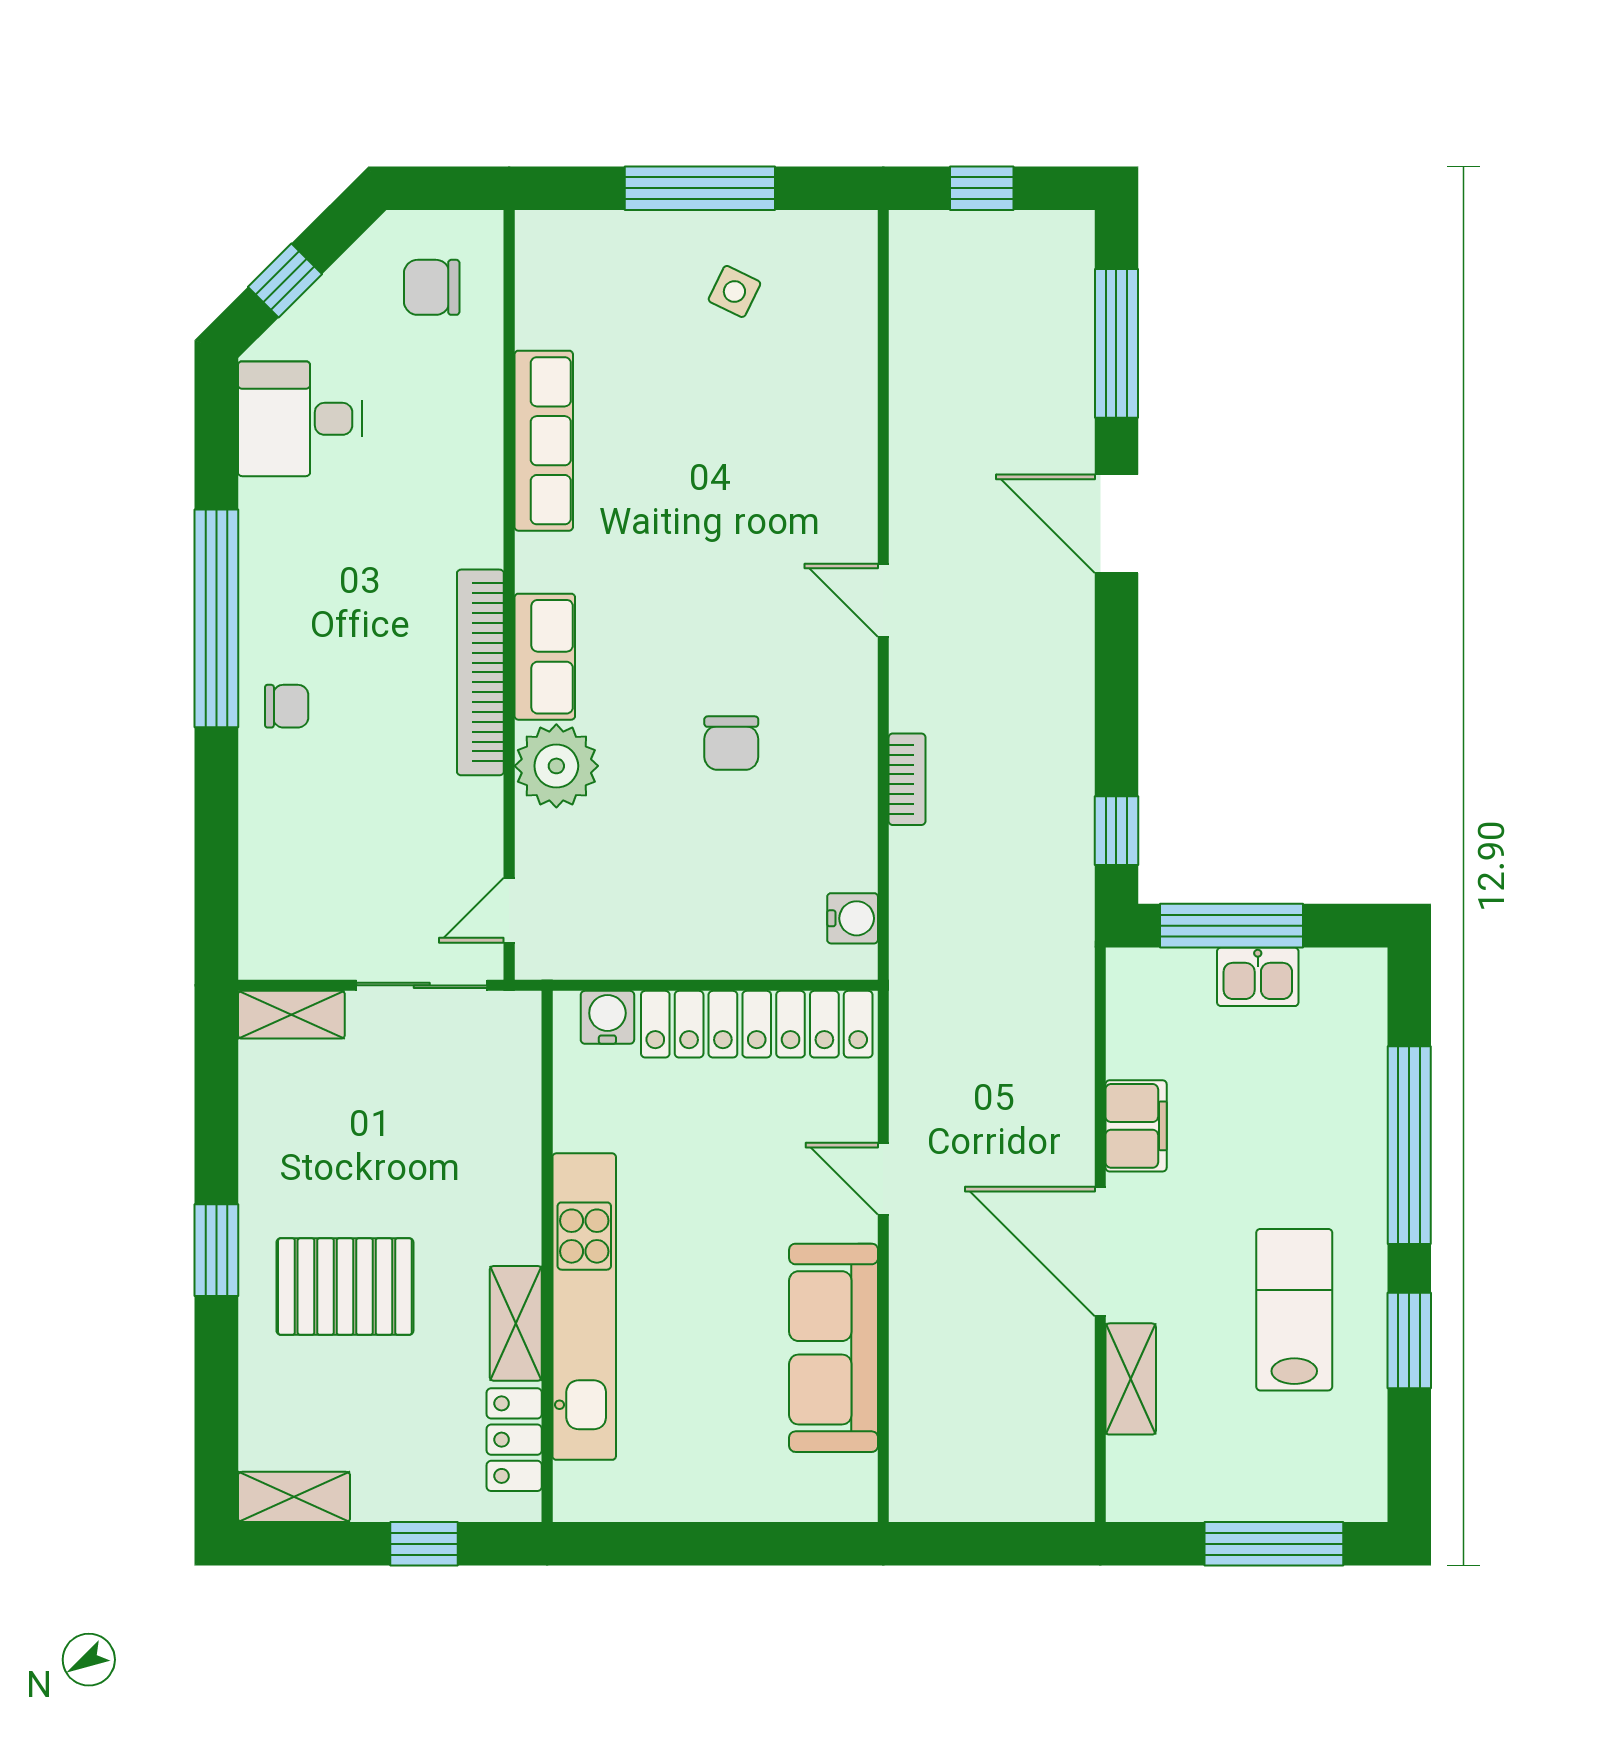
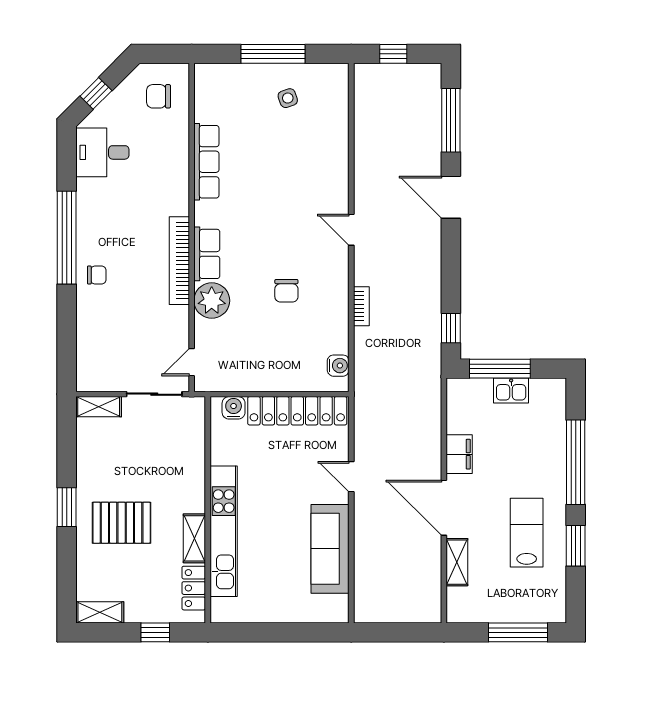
side table: (734, 291) -> (288, 98), turned 45

